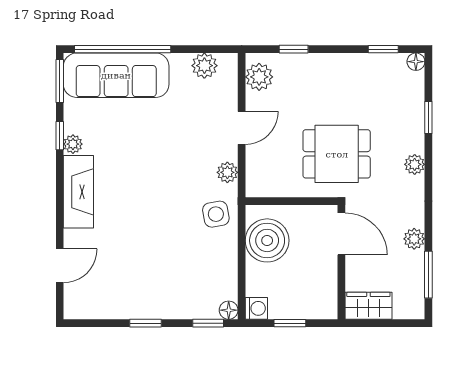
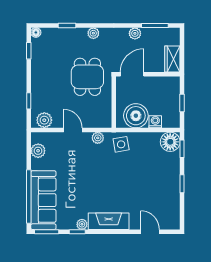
washing machine: (256, 308) -> (155, 122), moved
floor lamp: (229, 310) -> (170, 142), width x1.89, depth x1.89

